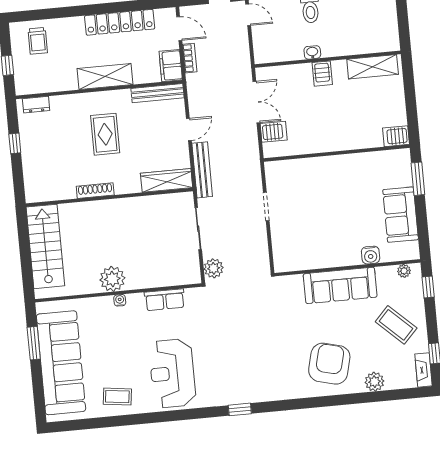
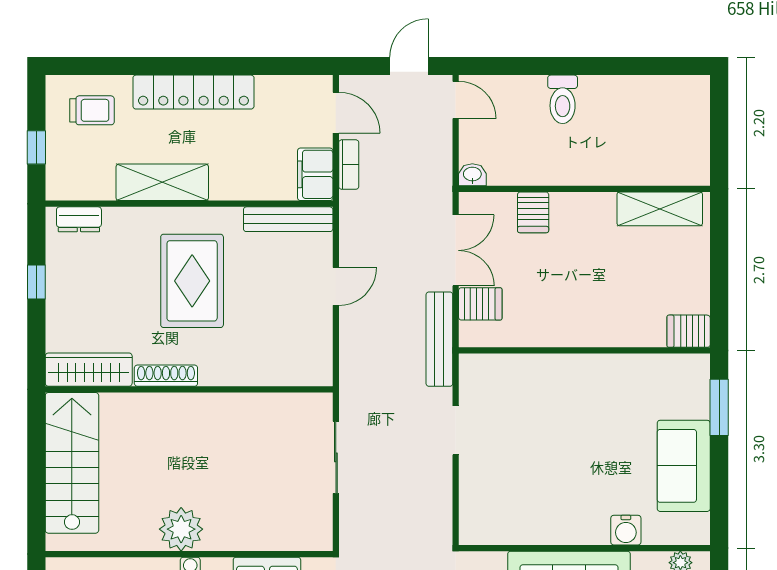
locker: (120, 22) -> (193, 92), moved
trolley: (38, 41) -> (92, 110), turned -90
washbasin: (312, 52) -> (472, 175), moved
server rack: (322, 74) -> (533, 212), moved
shelving: (105, 77) -> (162, 182), moved
rug: (105, 134) -> (192, 281), width x1.36, depth x1.43
bench: (202, 170) -> (439, 339), moved
wardrobe: (167, 180) -> (89, 370), moved
plant: (214, 268) -> (356, 527), removed

